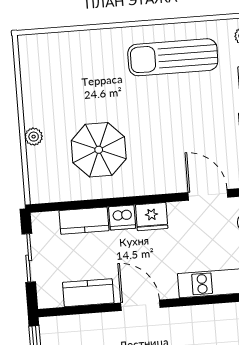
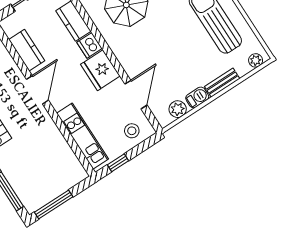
fridge: (152, 217) -> (100, 70), width x1.36, depth x1.34

